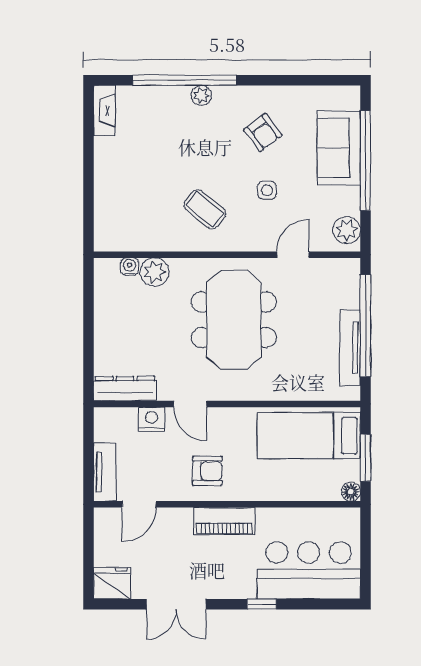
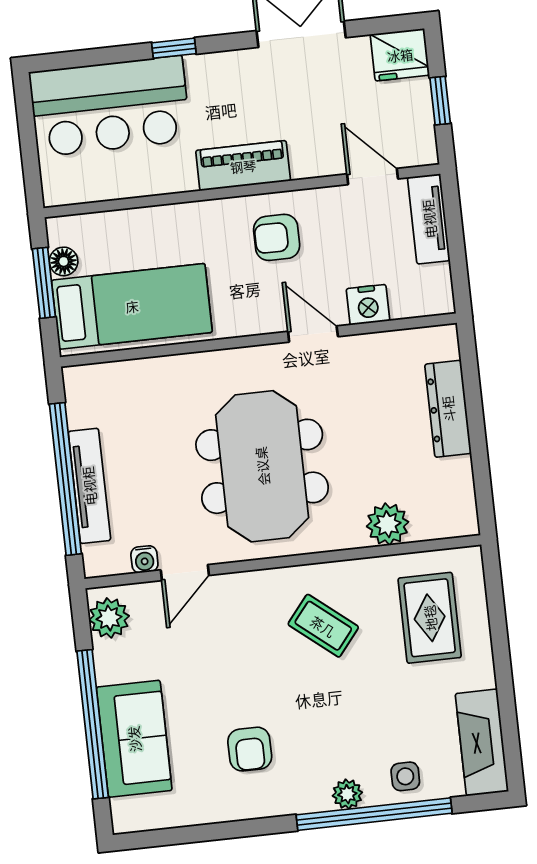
fireplace: (104, 111) -> (482, 743), width x1.37, depth x1.32
armchair: (263, 133) -> (250, 749), turned -143
side table: (267, 190) -> (405, 776), moved
rug: (133, 207) -> (430, 618), added
water cooler: (130, 266) -> (144, 559), moved
tv unit: (350, 348) -> (89, 486), moved
dresser: (125, 389) -> (448, 409), moved, turned 90
floor lamp: (351, 492) -> (64, 261), moved
door: (139, 504) -> (373, 176), hinge flipped
window: (88, 550) -> (440, 101), added

